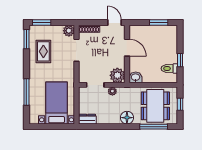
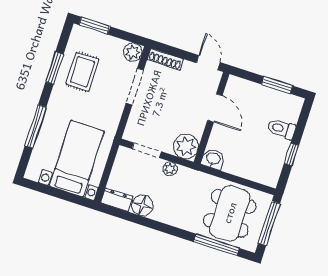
window: (26, 39) -> (54, 68), moved
toilet: (169, 69) -> (281, 129), moved
window: (180, 104) -> (269, 223), width x2.17
floor lamp: (127, 118) -> (142, 205), moved

